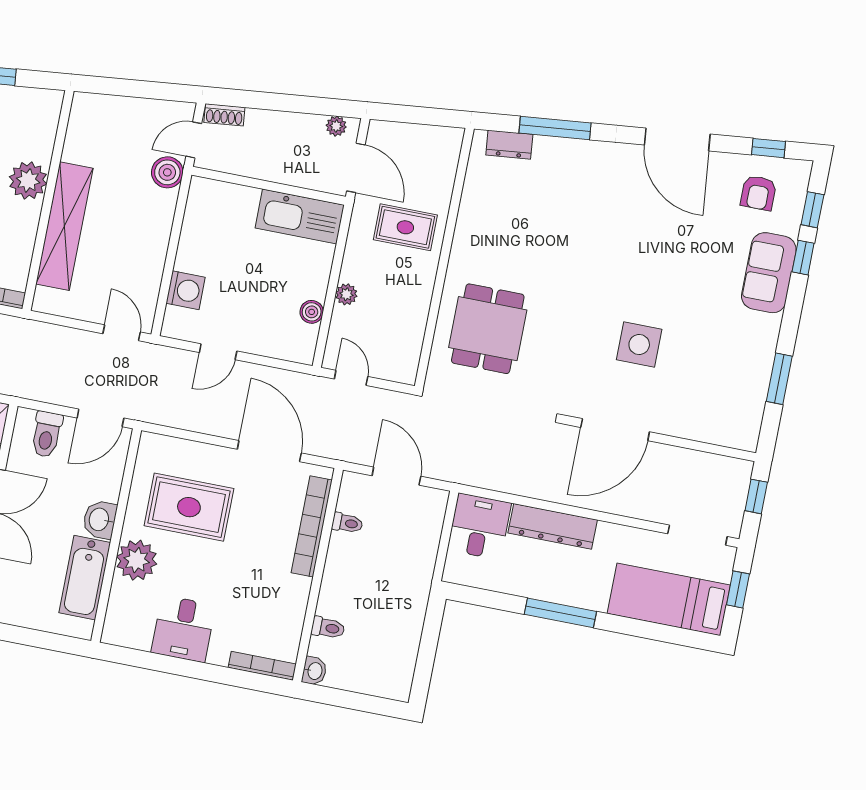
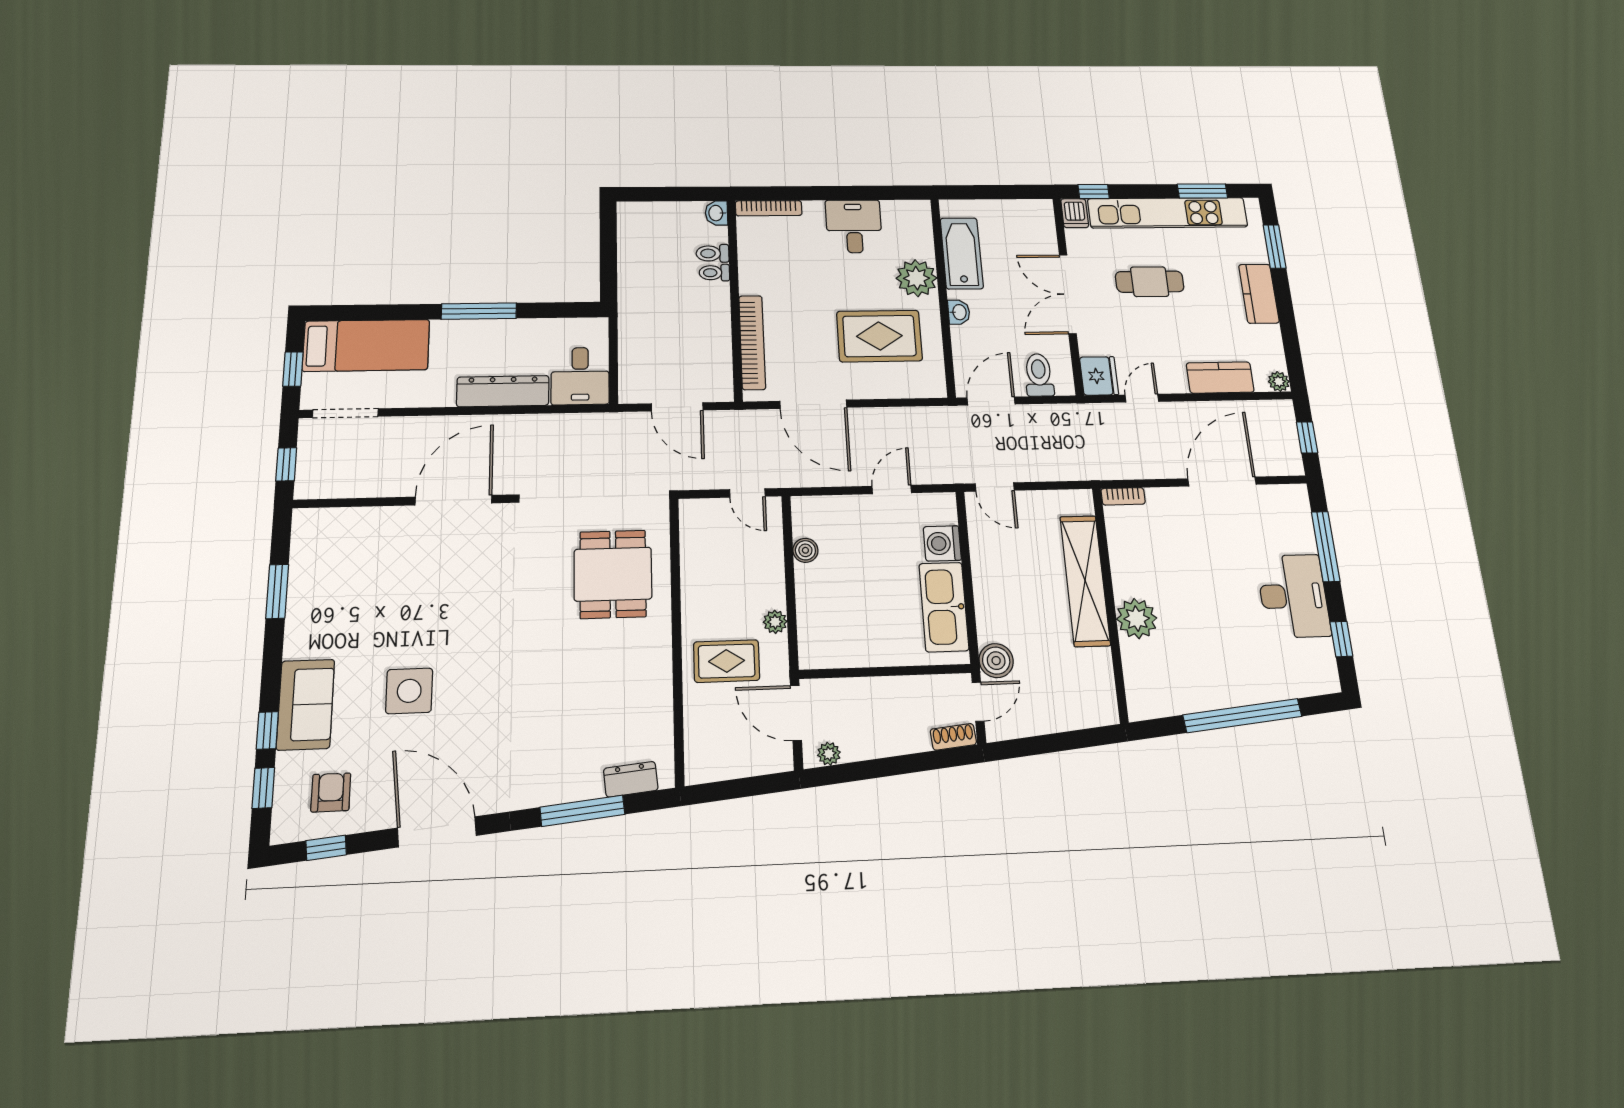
kitchen sink: (300, 216) -> (944, 607), moved, turned -90
plant: (346, 294) -> (775, 622), moved
side table: (639, 345) -> (409, 691), moved
washbasin: (100, 520) -> (959, 312), width x0.72, depth x0.69
toilet: (347, 523) -> (714, 273), moved

